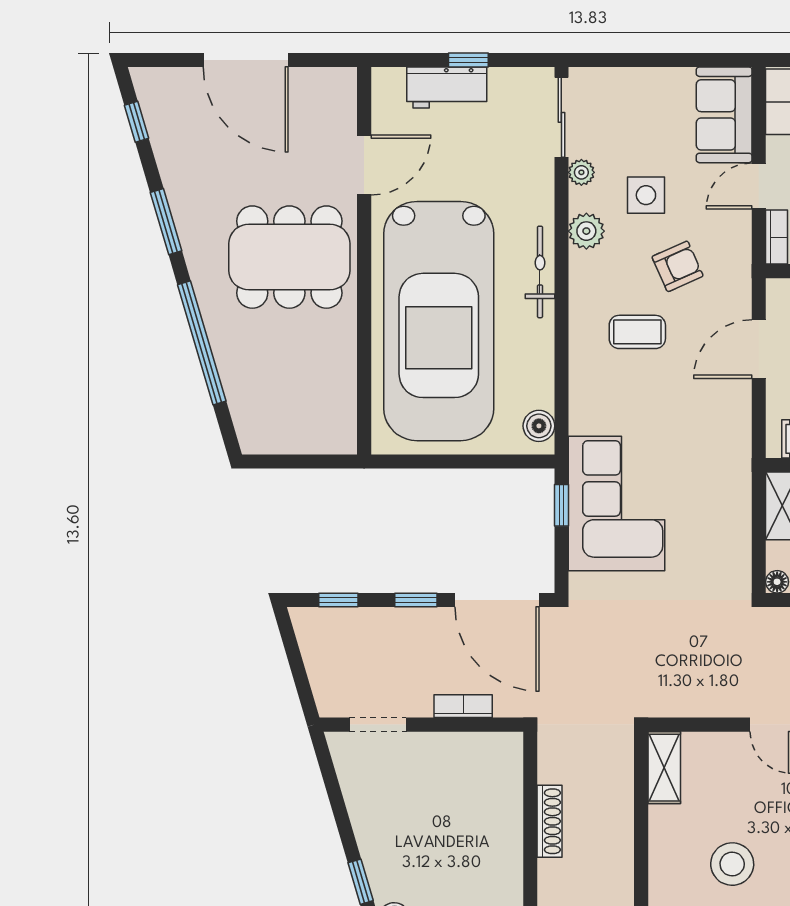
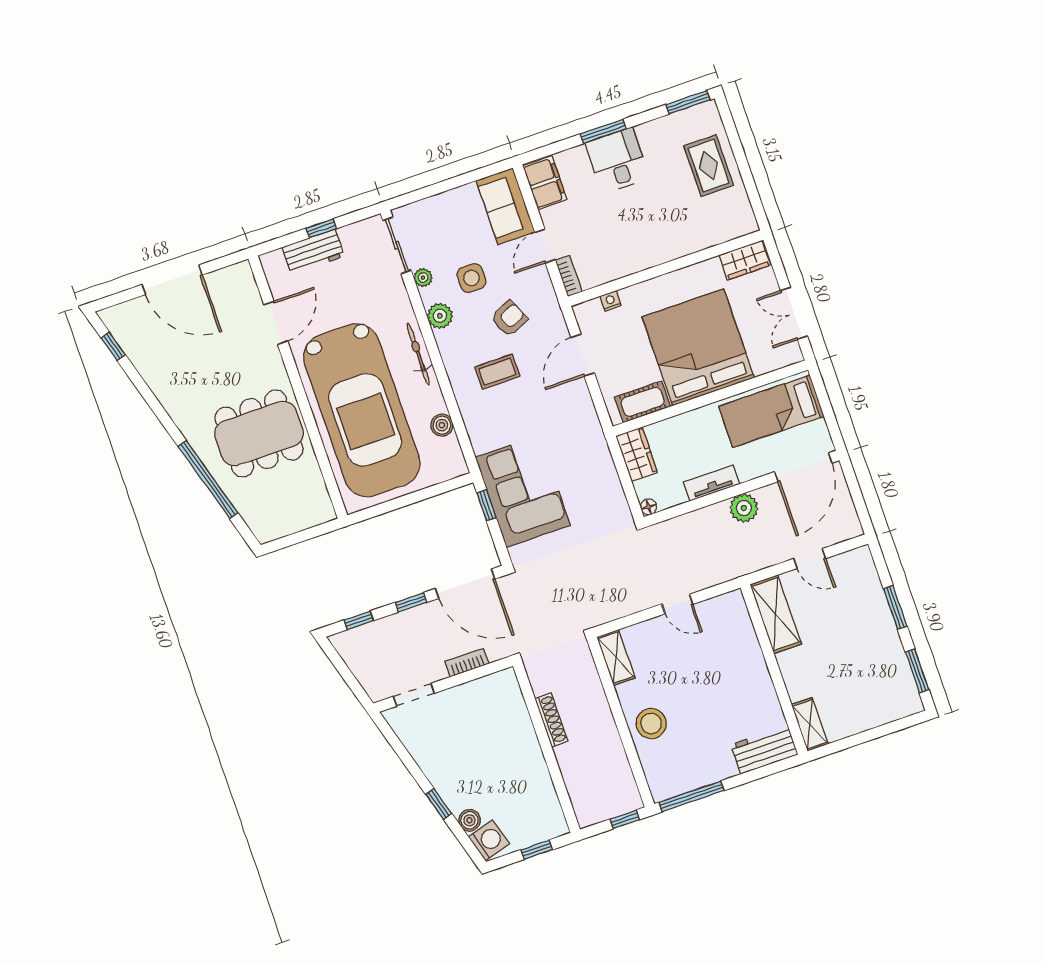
window: (166, 222) -> (156, 406), removed
dining table: (289, 257) -> (259, 433), moved
boiler: (539, 426) -> (442, 425), moved
stool: (732, 864) -> (651, 723), moved

